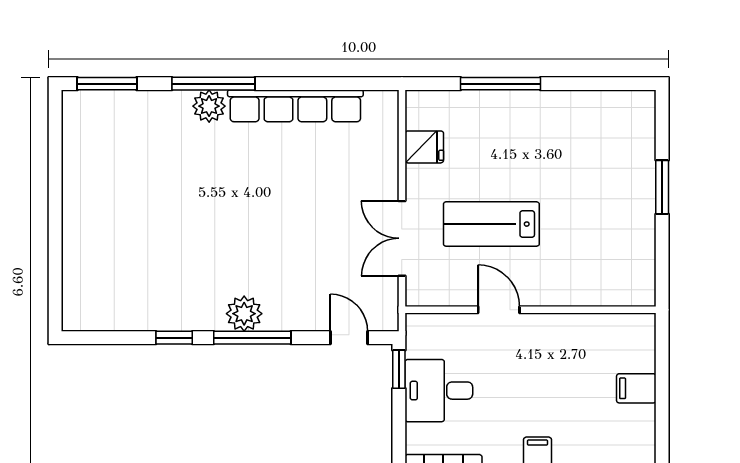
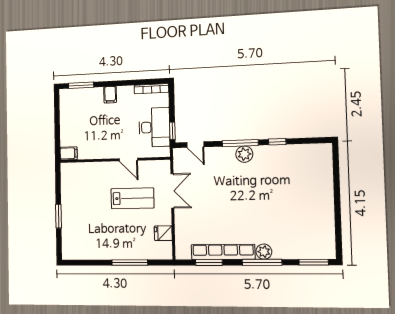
window: (326, 84) -> (209, 262), added
filing cabinet: (636, 388) -> (69, 153), moved
desk: (439, 391) -> (154, 127), width x1.37

